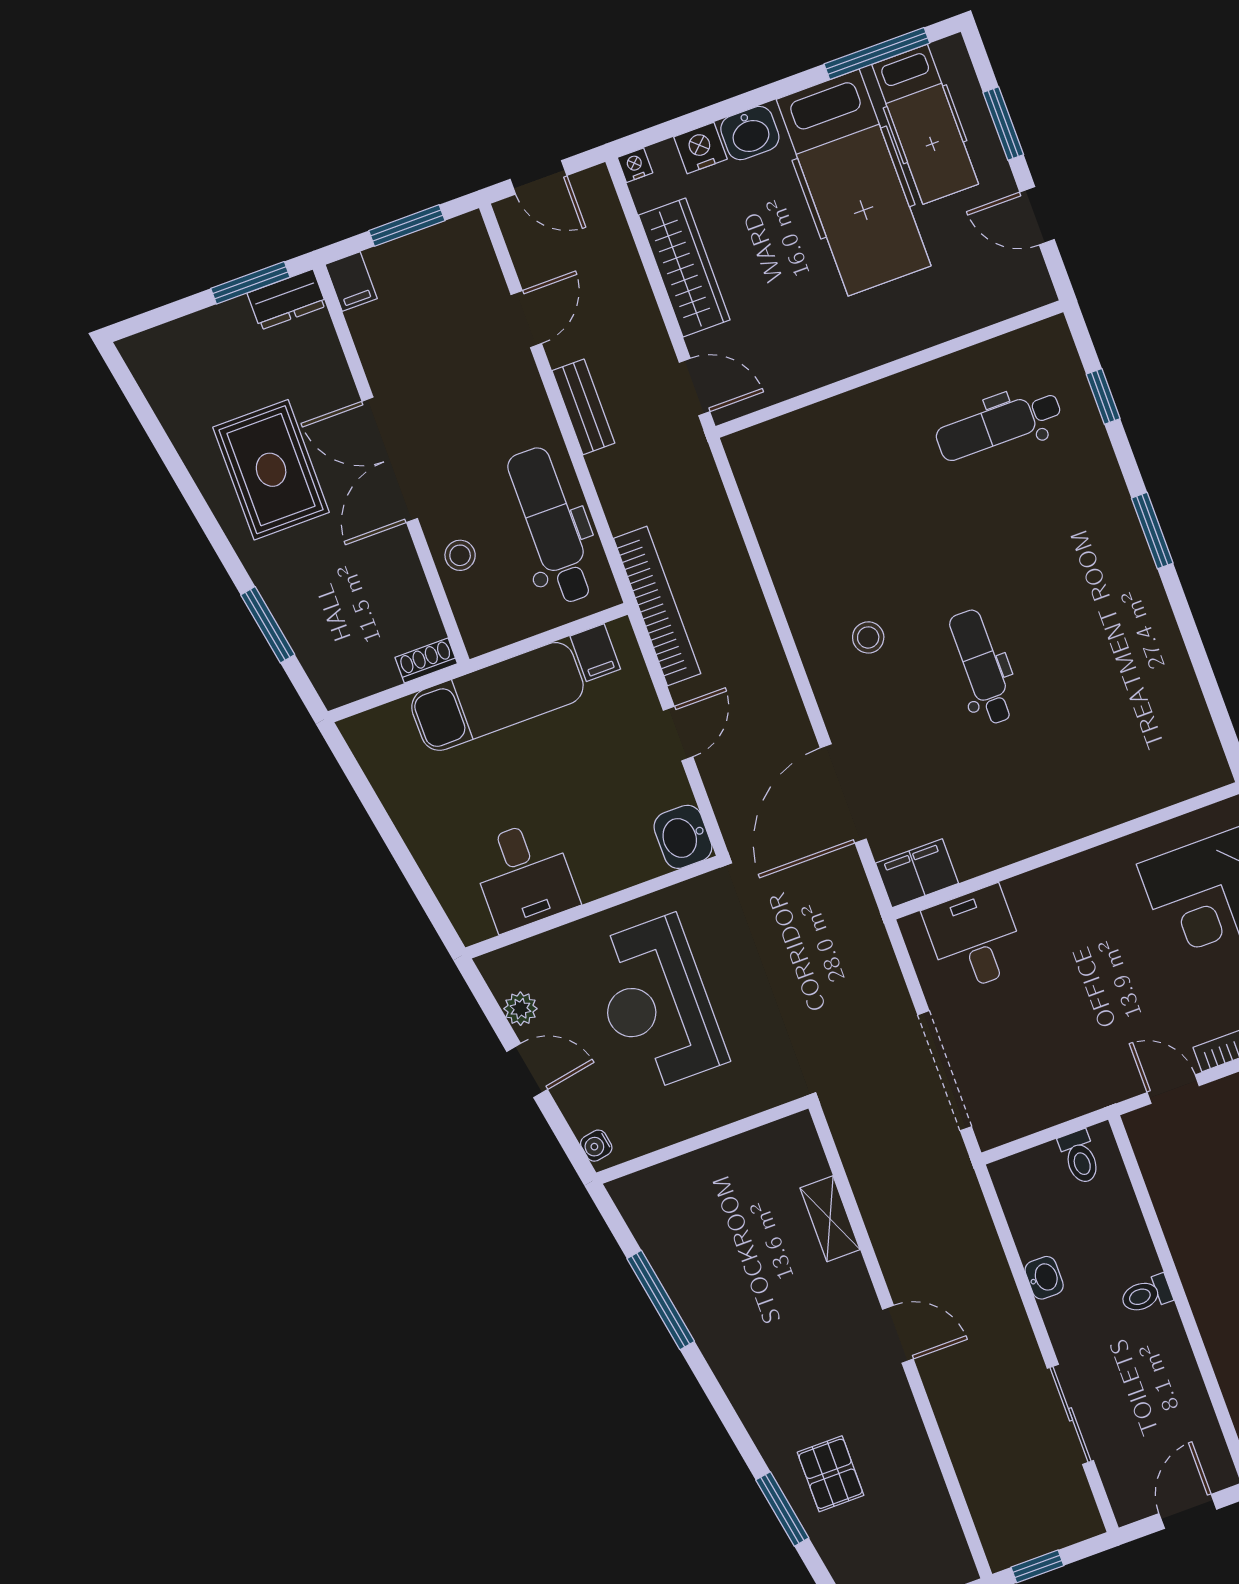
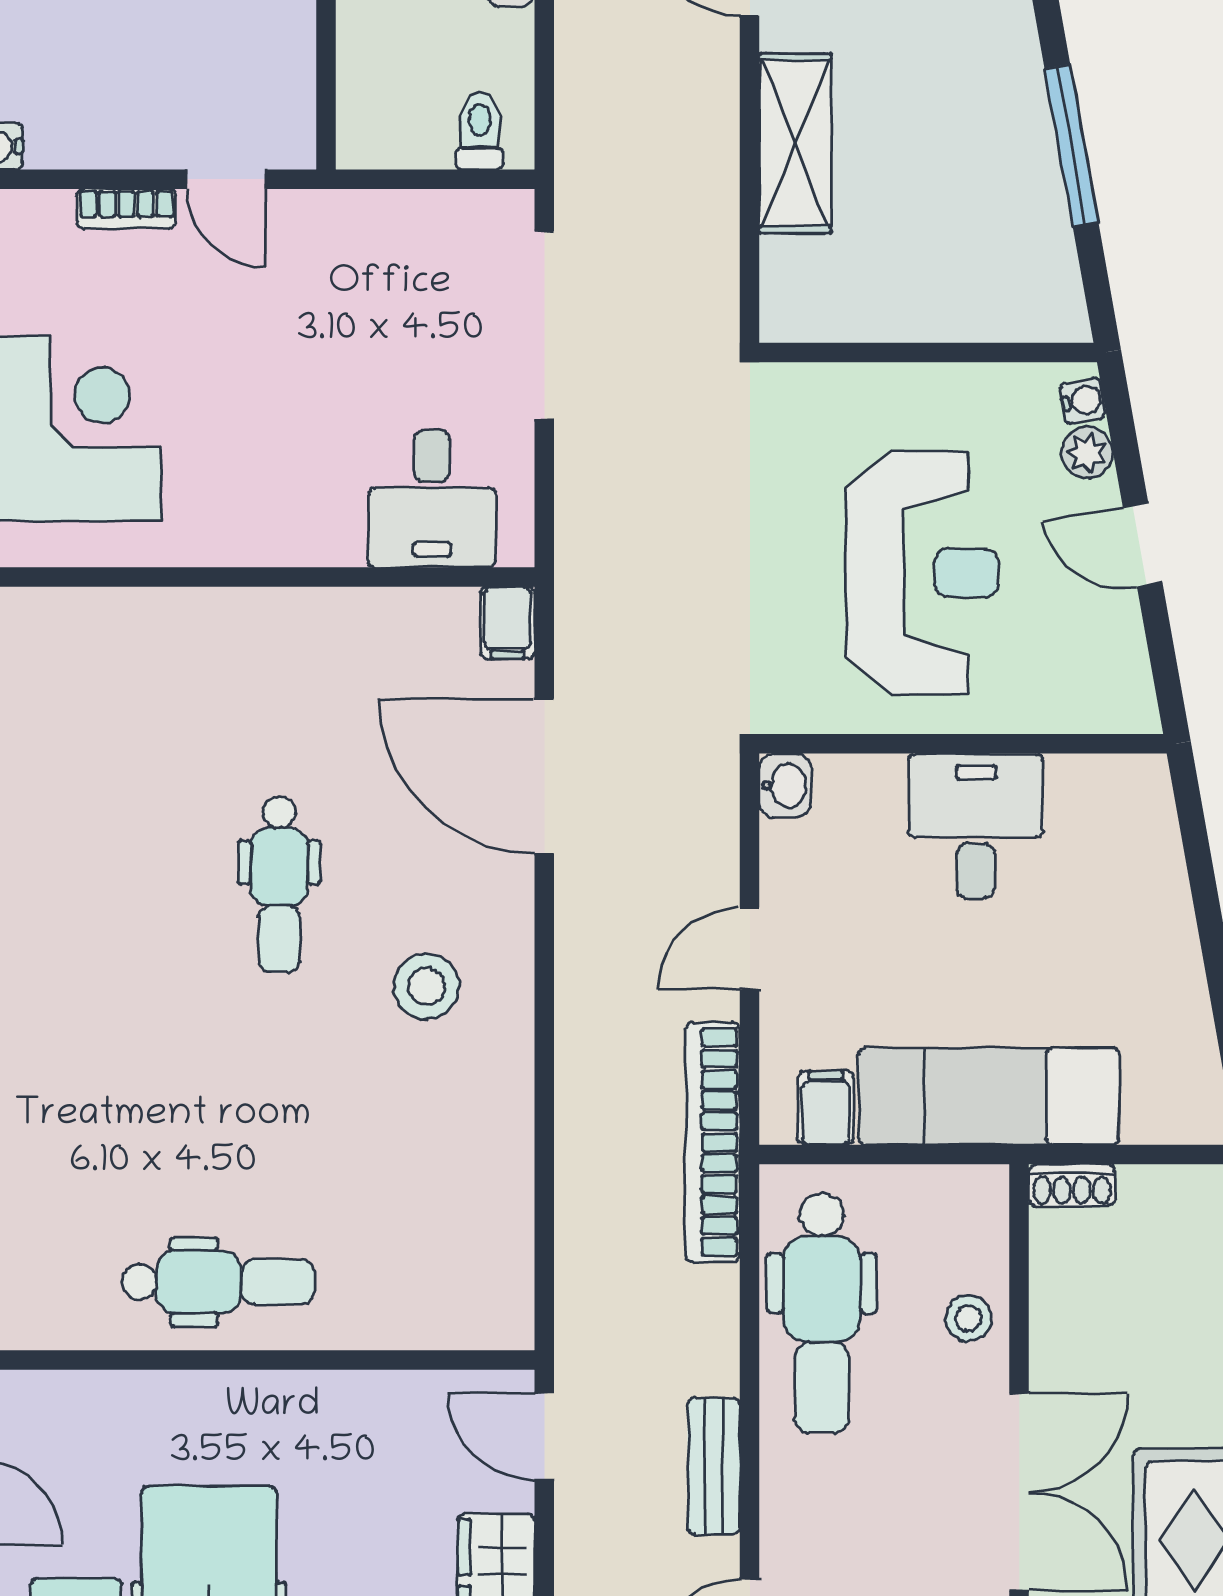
dental chair: (999, 425) -> (218, 1282), moved
stool: (868, 637) -> (427, 986), width x1.37, depth x1.37
door: (843, 793) -> (544, 776), swing flipped
washbasin: (683, 837) -> (785, 786), width x0.72, depth x0.69
filing cabinet: (917, 873) -> (507, 623), width x0.50
desk: (524, 875) -> (976, 826), moved
plant: (520, 1009) -> (1087, 453), moved
toilet: (1080, 1157) -> (480, 131), moved
shelving: (830, 1219) -> (795, 143), width x1.50, depth x1.33

